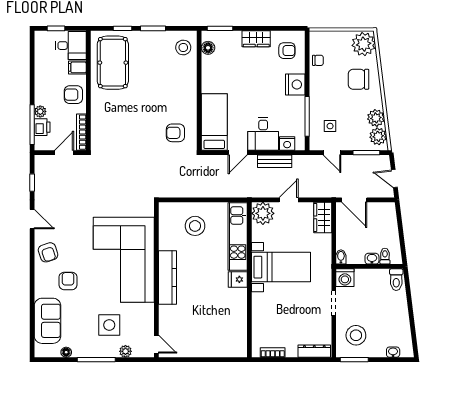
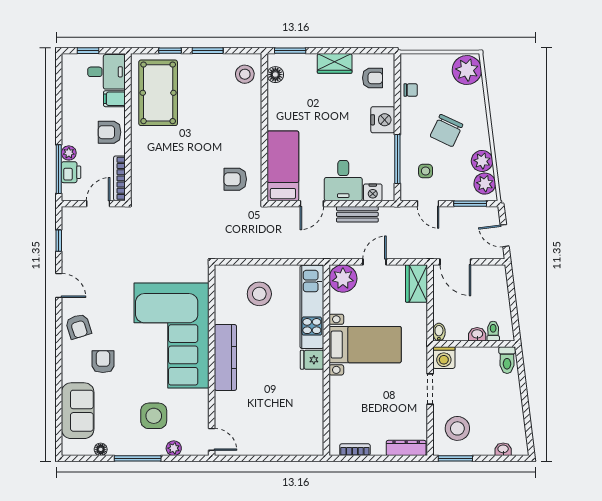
chair: (359, 79) -> (447, 131), moved, turned -65

